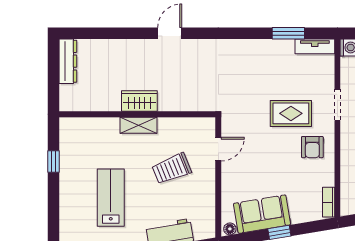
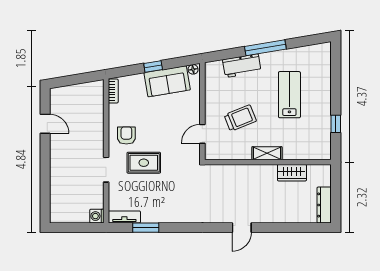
wardrobe: (139, 101) -> (292, 173), moved
lab bench: (111, 198) -> (289, 95), turned 180

